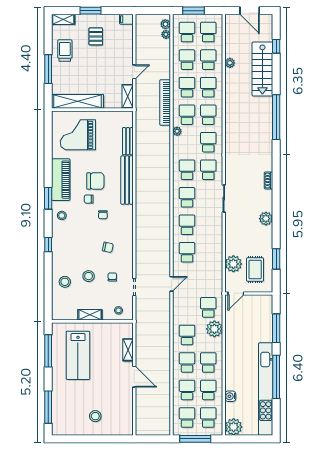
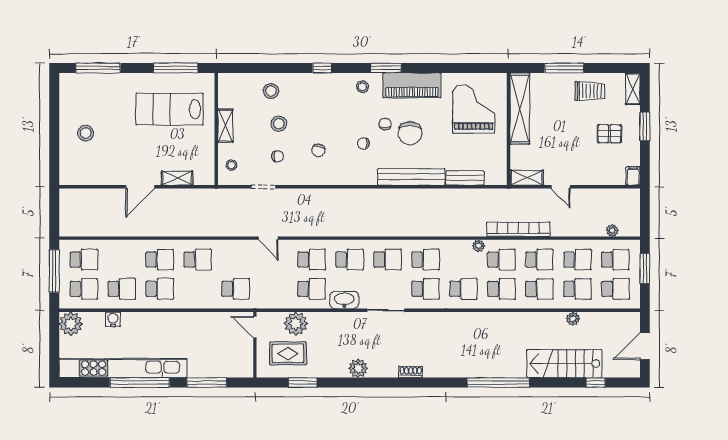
plant: (165, 24) -> (626, 230), removed
washbasin: (216, 229) -> (344, 300), added
plant: (214, 329) -> (206, 297), removed
school desk: (187, 390) -> (312, 289), moved

